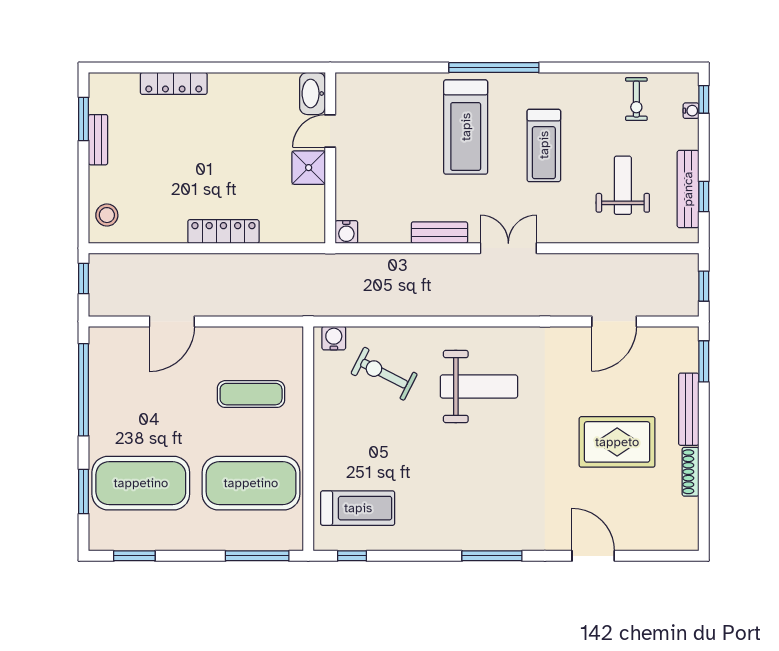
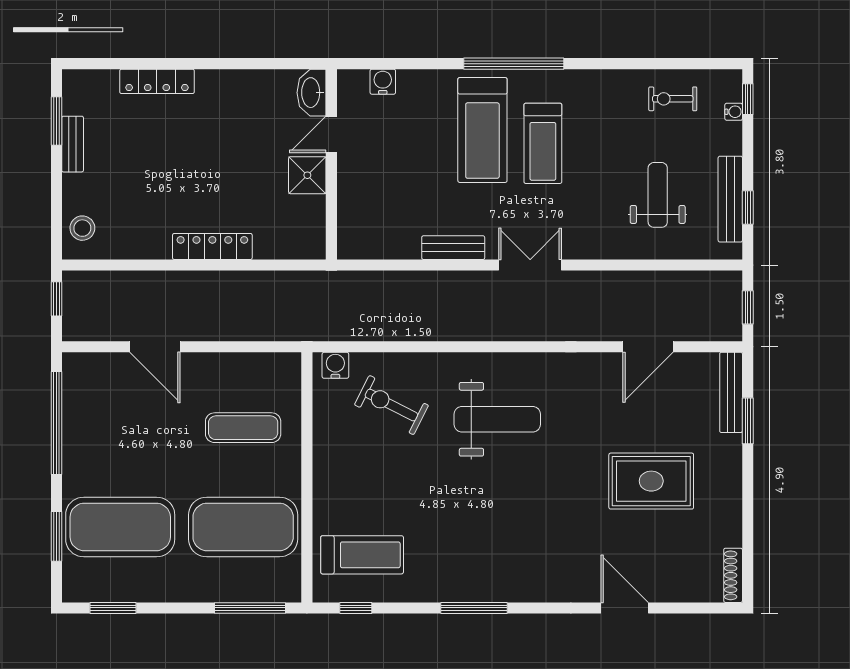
exercise bike: (636, 99) -> (673, 99), turned 90
treadmill: (544, 145) -> (543, 143), moved
water cooler: (346, 232) -> (383, 82), moved, turned 180
door: (172, 321) -> (155, 347), hinge flipped
window: (704, 361) -> (748, 421), moved
bench: (689, 409) -> (731, 392), moved
shoe rack: (690, 472) -> (733, 575), moved
window: (492, 556) -> (474, 608), moved

